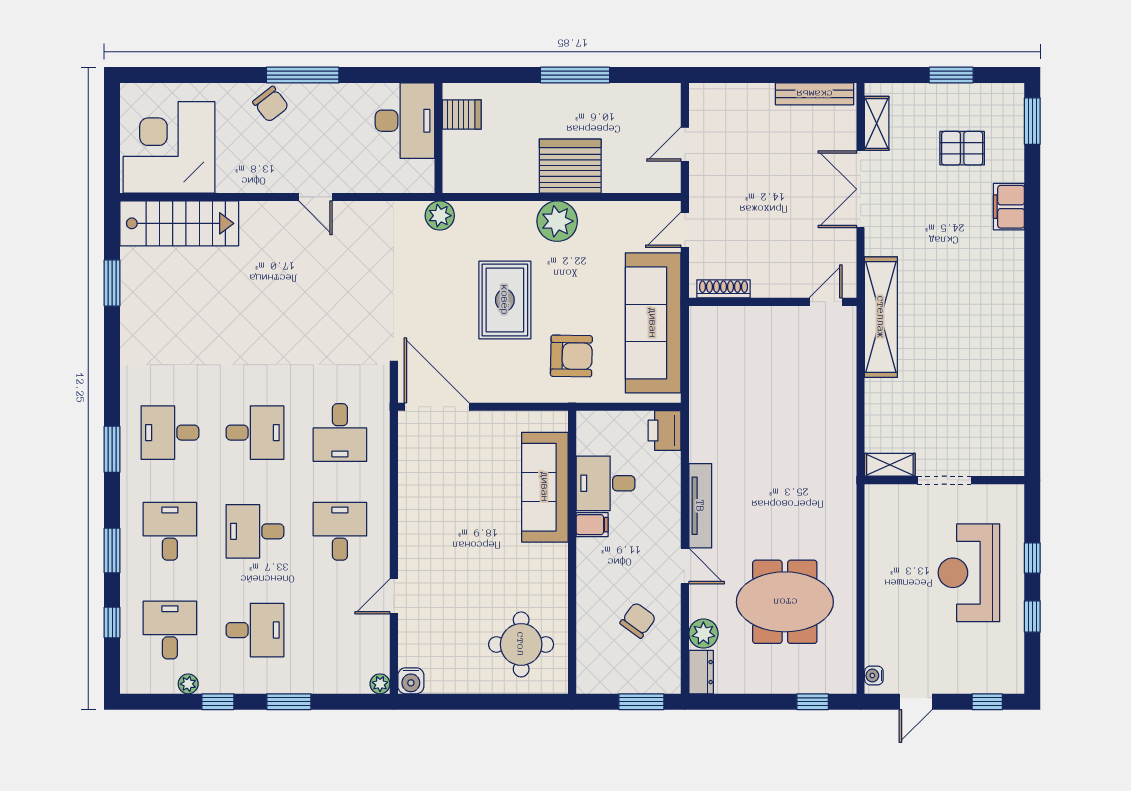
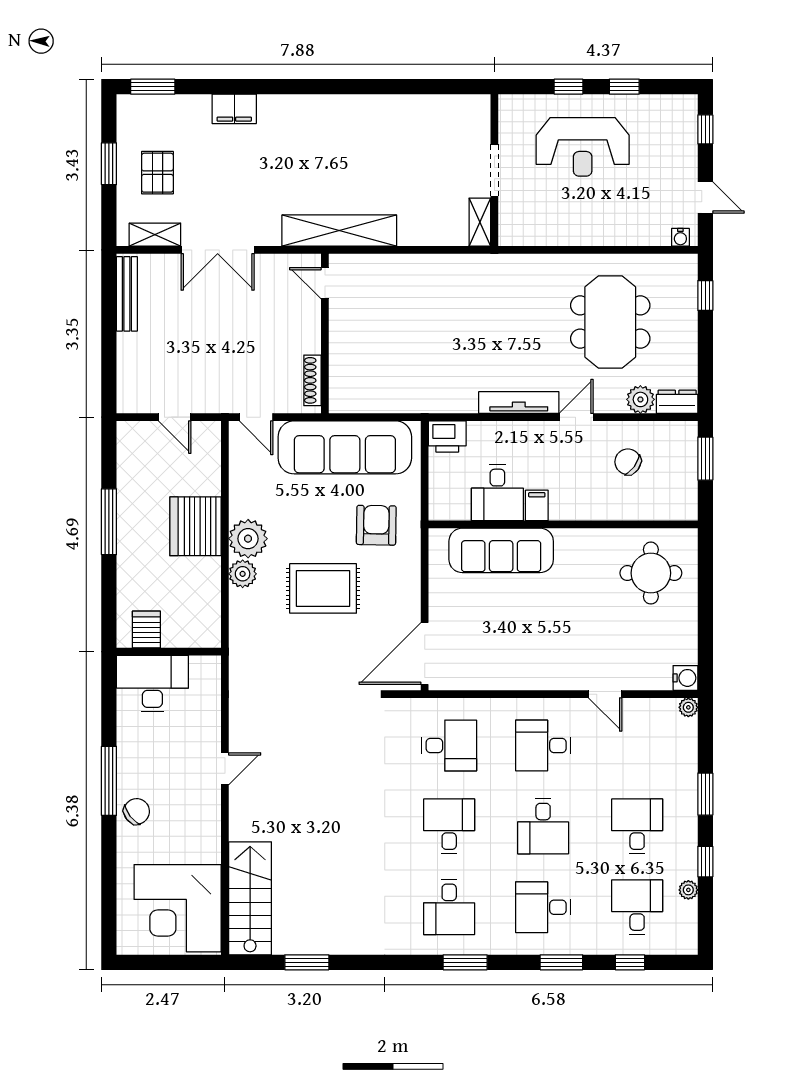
pallet: (962, 148) -> (157, 173), moved
plant: (440, 216) -> (243, 574), moved
desk: (170, 630) -> (637, 907), turned 90

